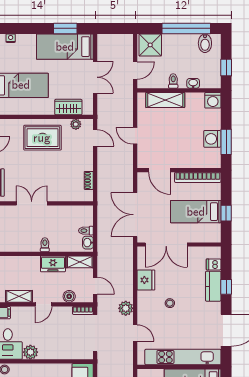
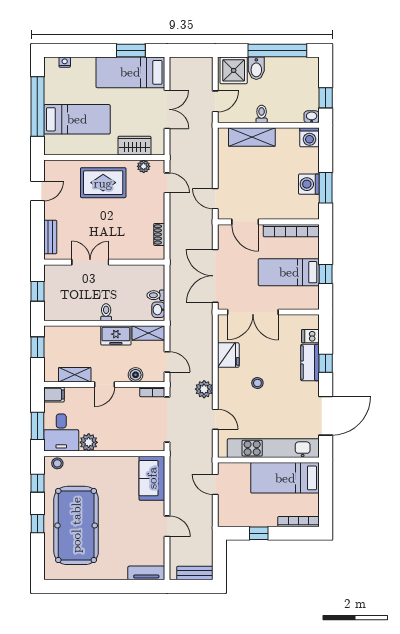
bidet: (205, 43) -> (256, 68), moved
washbasin: (193, 83) -> (312, 117), moved
door: (135, 136) -> (215, 199), moved

